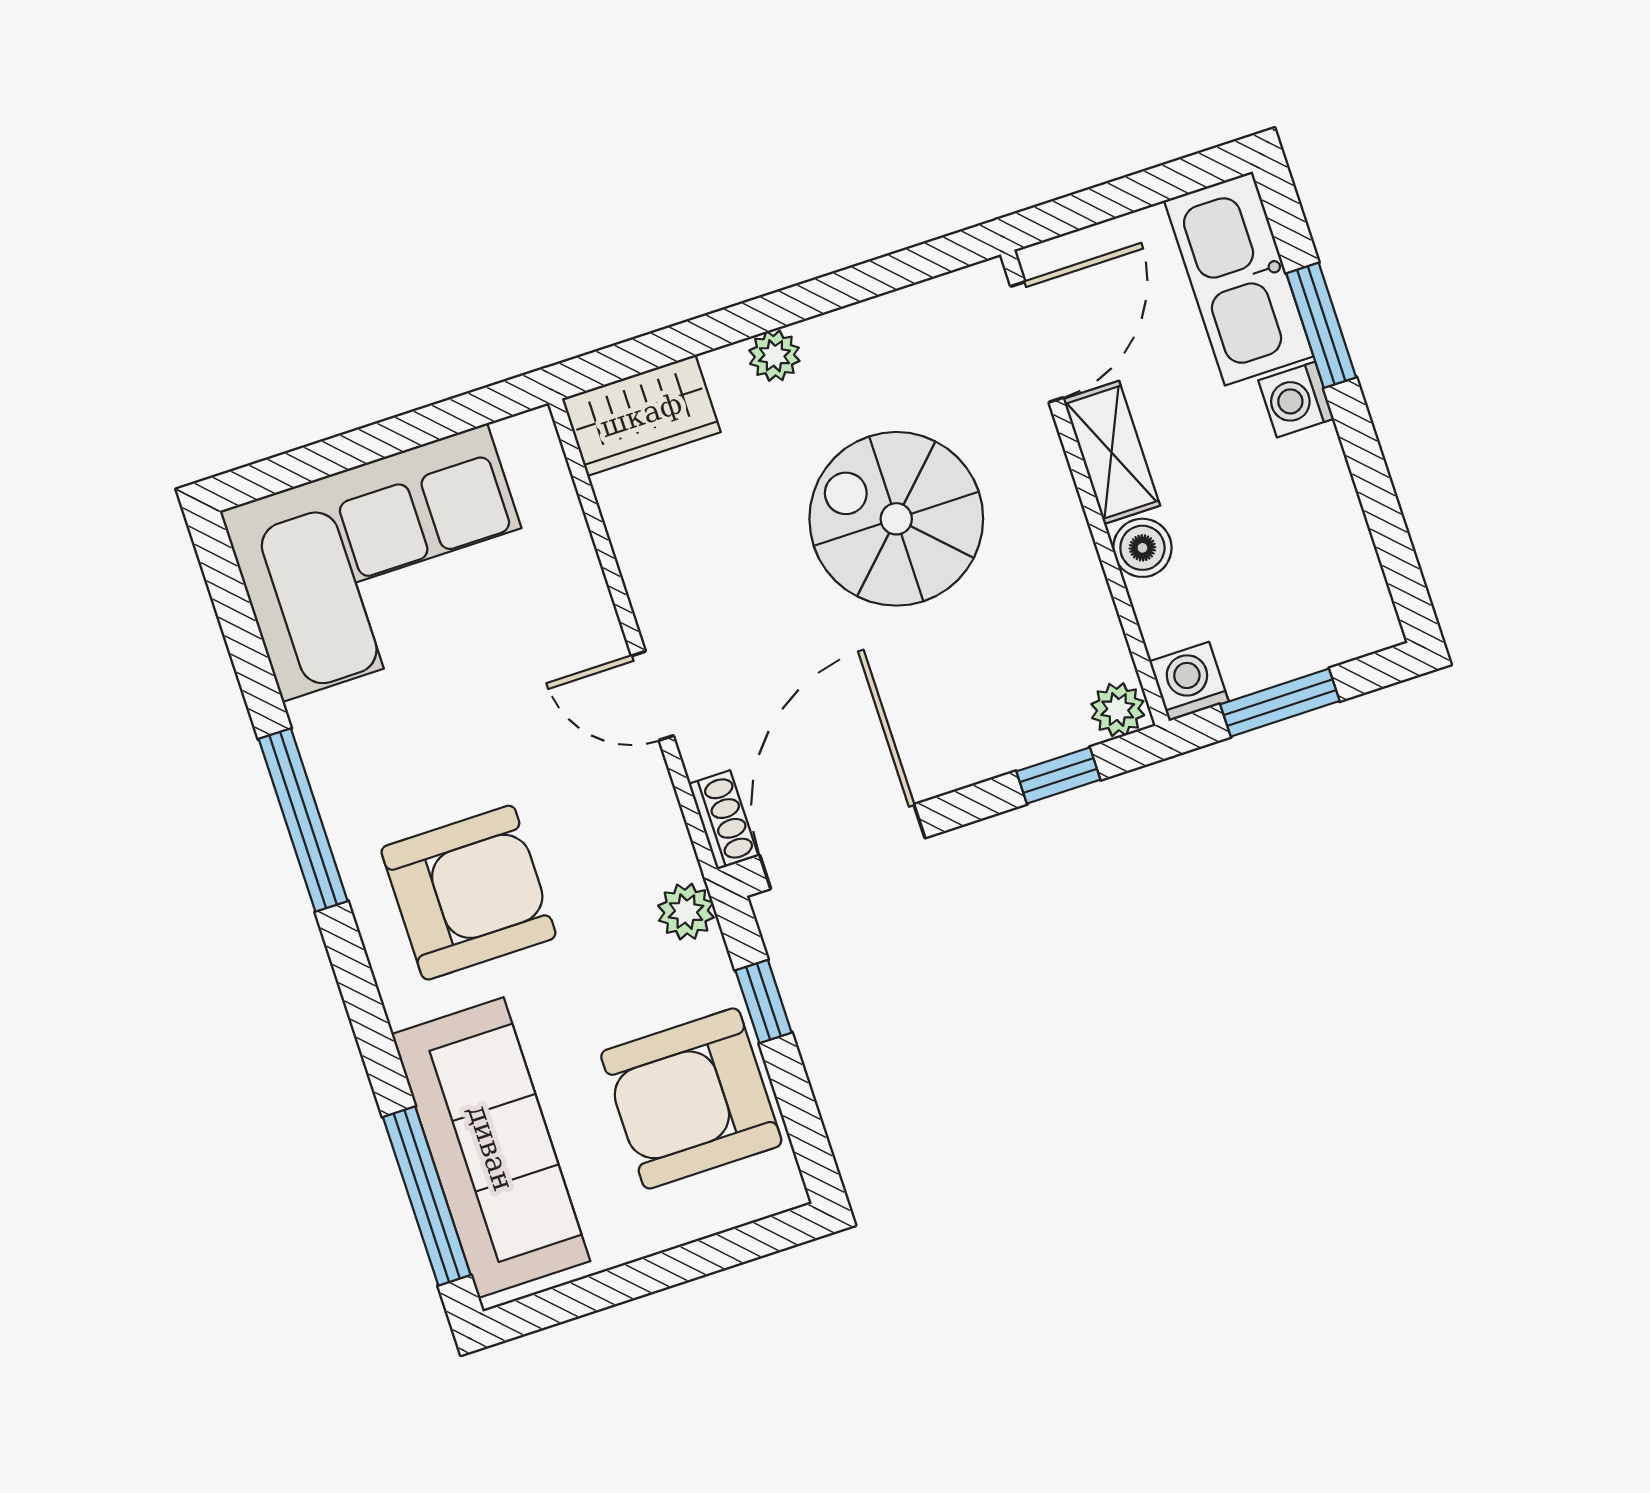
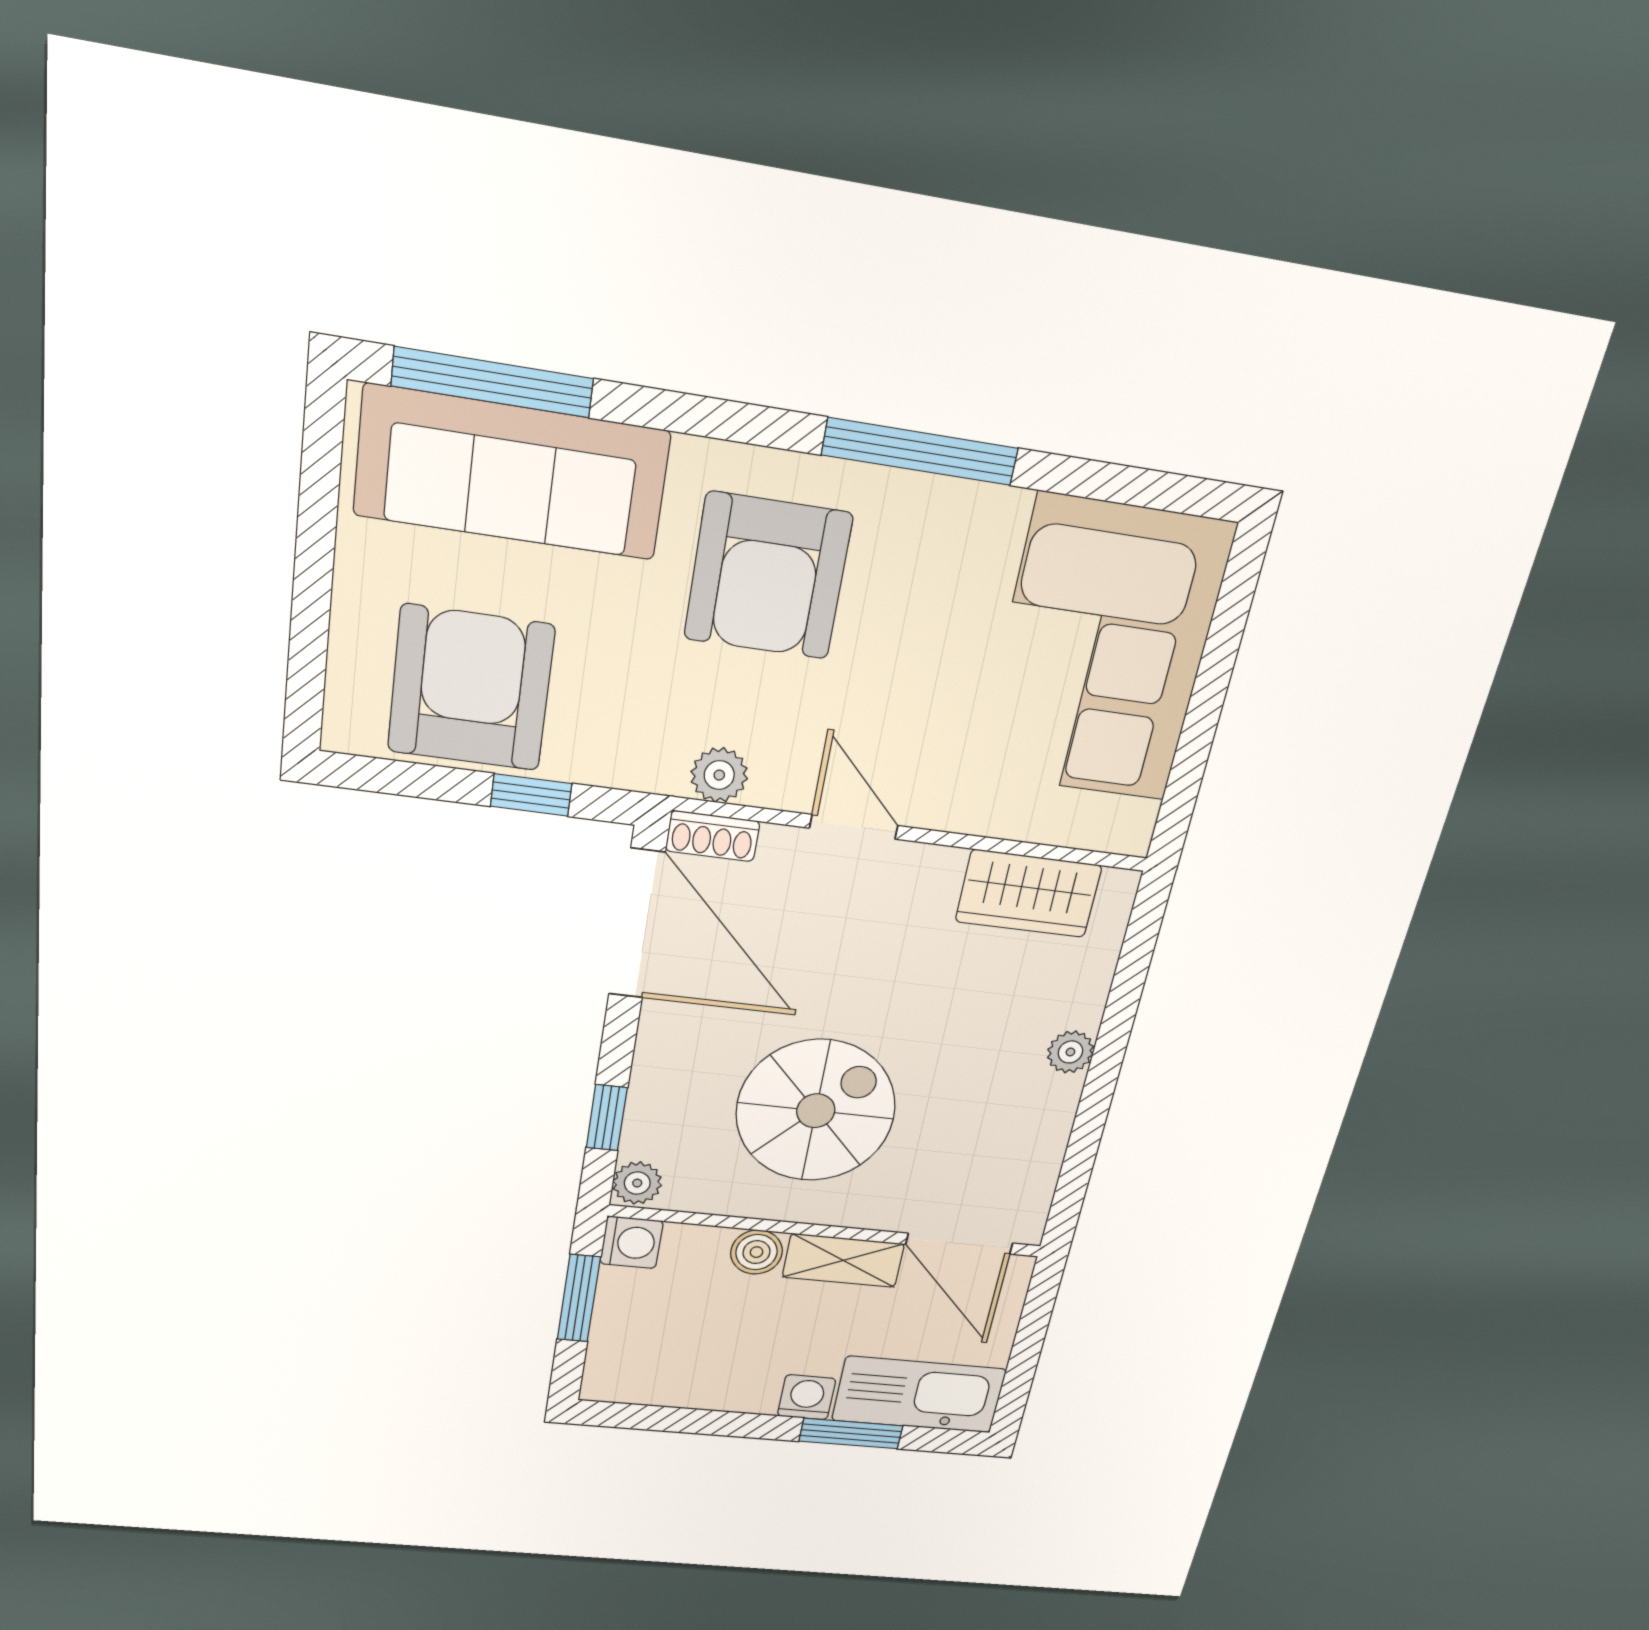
wardrobe: (641, 415) -> (1028, 894), moved, turned -90
spiral stairs: (896, 519) -> (816, 1111), moved
door: (652, 696) -> (854, 827), hinge flipped
plant: (686, 912) -> (719, 775), moved

